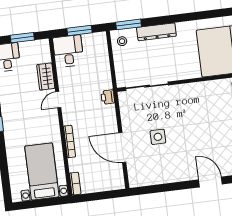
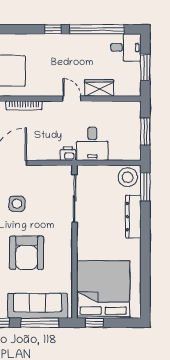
stool: (122, 41) -> (128, 177), width x1.89, depth x1.89
desk: (68, 51) -> (92, 144), moved, turned 90
armchair: (201, 123) -> (27, 253), added

